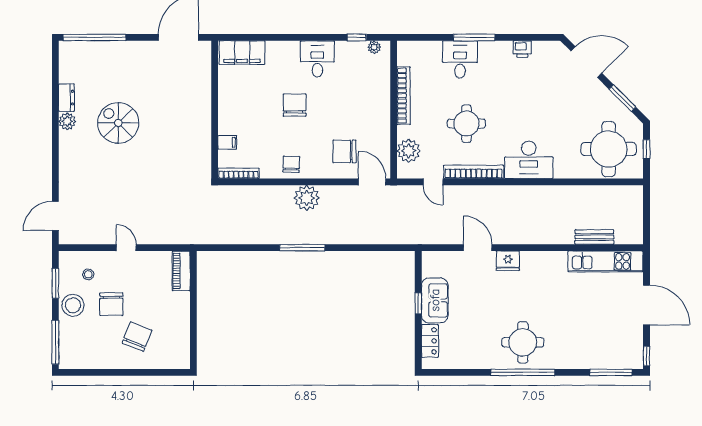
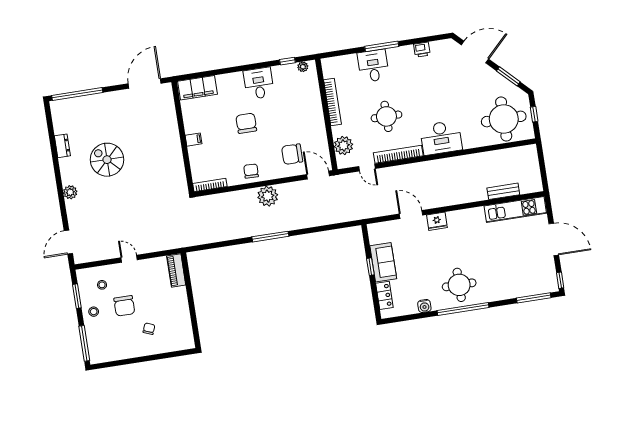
plant: (67, 121) -> (70, 192), moved
filing cabinet: (227, 142) -> (193, 140), moved
stool: (73, 305) -> (94, 312), width x0.53, depth x0.53
chair: (137, 337) -> (149, 329), width x0.54, depth x0.54
water cooler: (476, 361) -> (424, 306), added

